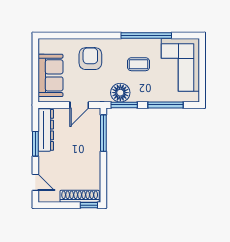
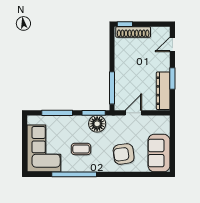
armchair: (90, 59) -> (124, 154), turned 82
sofa: (50, 75) -> (159, 153), moved
door: (35, 182) -> (172, 44), hinge flipped

